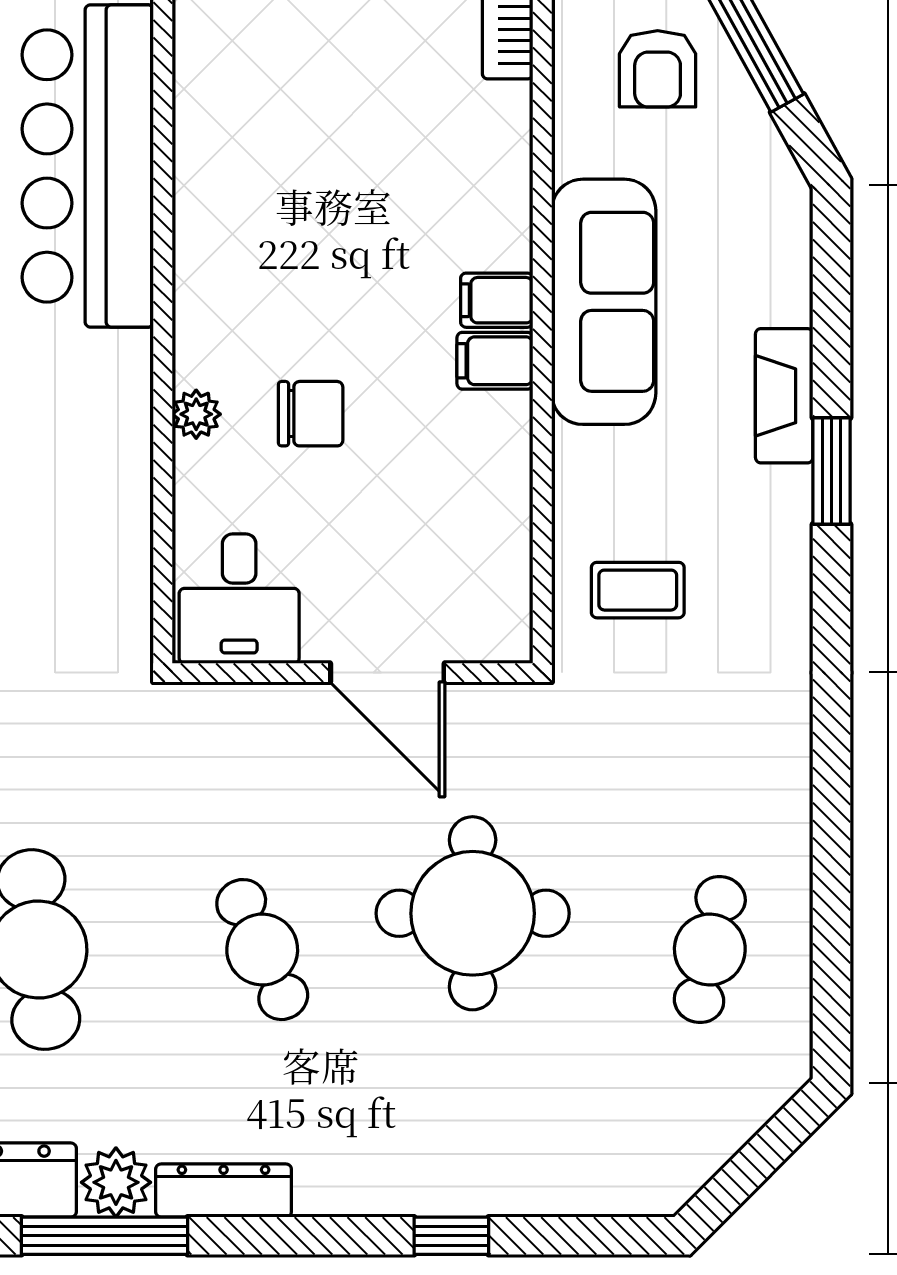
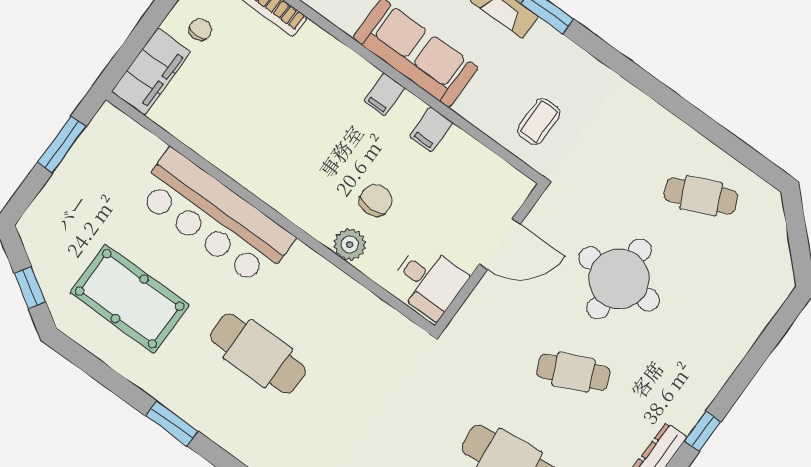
filing cabinet: (495, 361) -> (431, 129), moved
plant: (196, 414) -> (350, 244), width x1.38, depth x1.38
cafe table: (710, 950) -> (701, 196), turned -36
window: (451, 1236) -> (703, 431), moved

